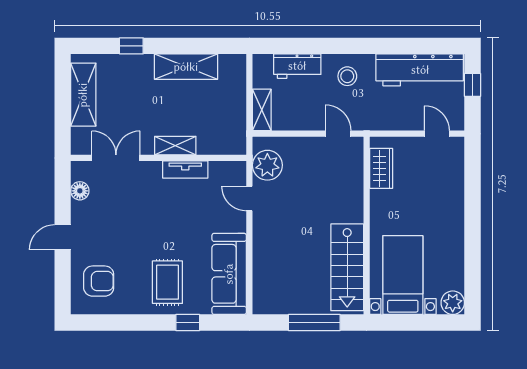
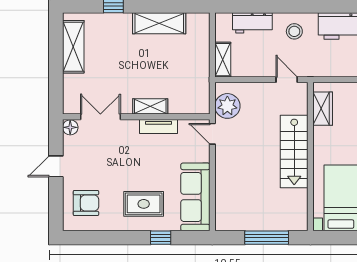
shelving: (175, 146) -> (150, 106), moved
double door: (116, 158) -> (100, 117), moved
wall: (159, 158) -> (136, 117), moved
tv unit: (185, 170) -> (159, 127), moved
stairs: (347, 267) -> (294, 151), moved
rug: (167, 282) -> (144, 204), turned 90

